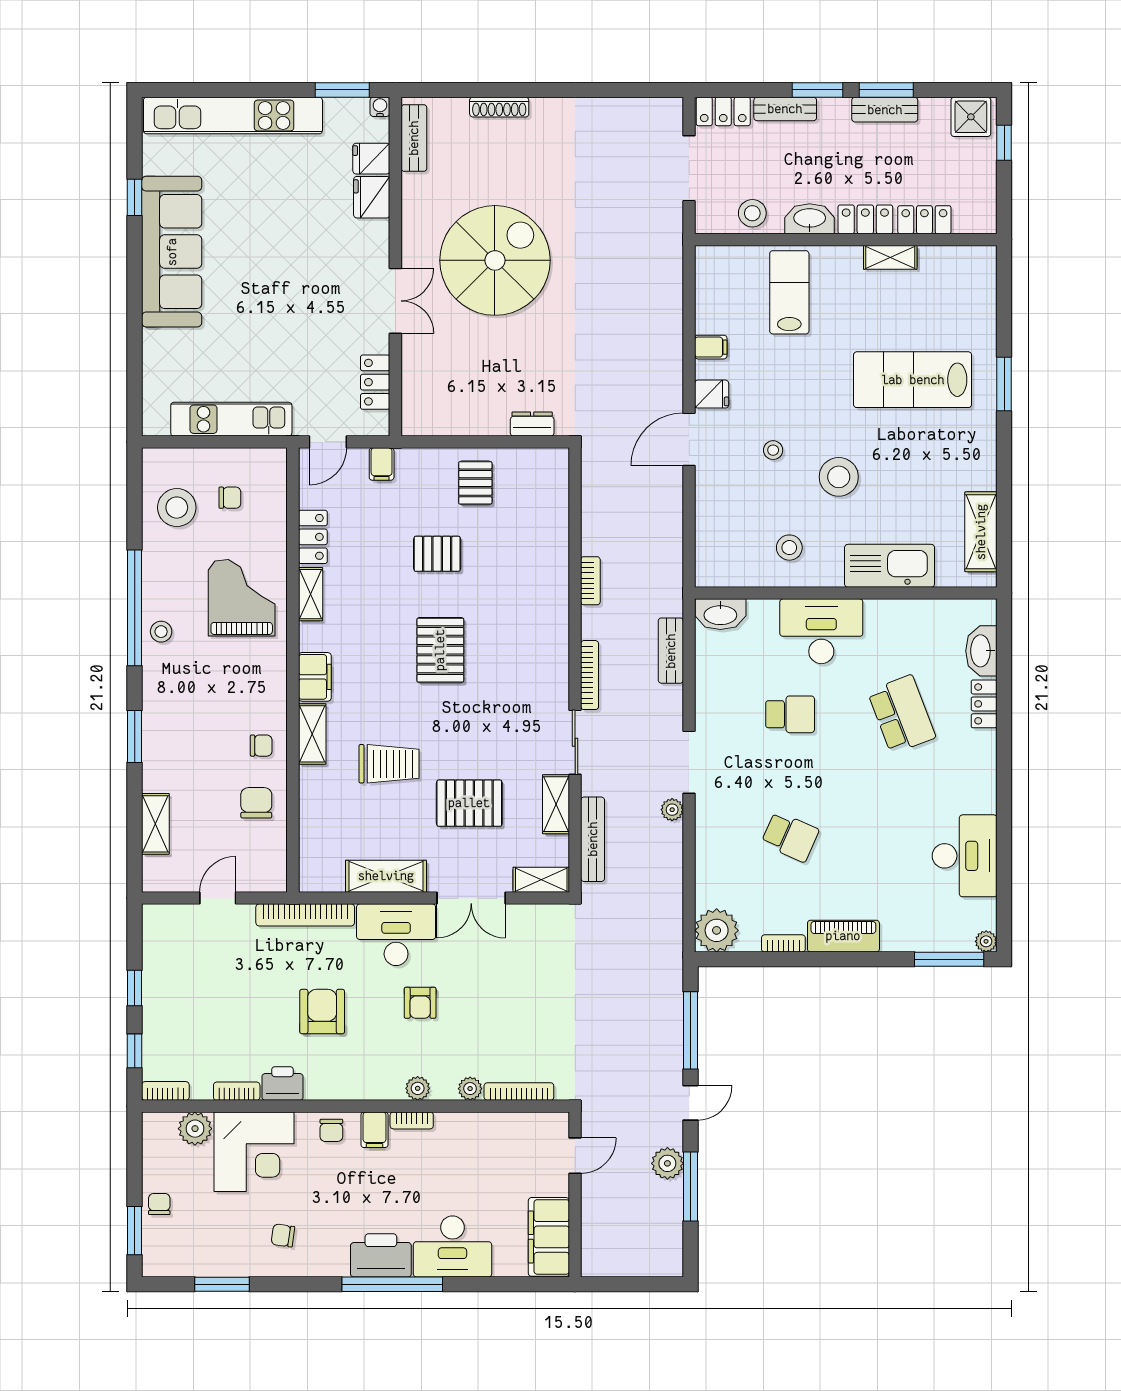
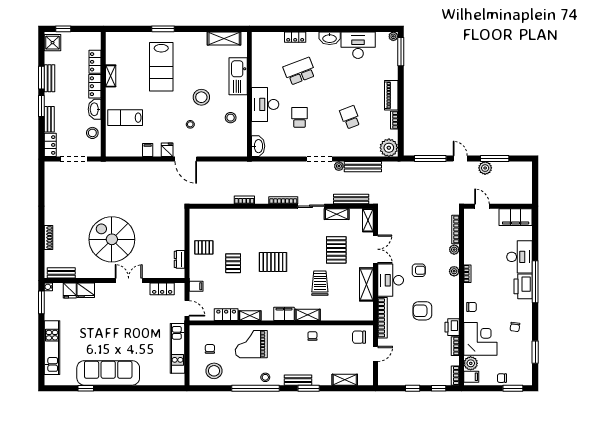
kitchen unit: (233, 115) -> (52, 348), width x0.73
dresser: (532, 424) -> (179, 259), moved
bench: (671, 651) -> (363, 167), moved, width x1.36
washbasin: (981, 651) -> (330, 38), moved
bench: (154, 711) -> (298, 380), added
chair: (256, 803) -> (359, 337), moved
school desk: (790, 837) -> (350, 117), turned -45
door: (218, 898) -> (375, 354), swing flipped
filing cabinet: (374, 1130) -> (471, 377), moved

